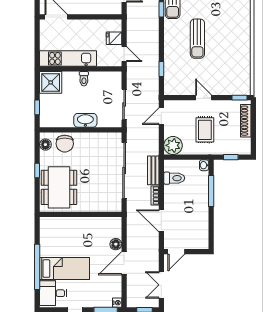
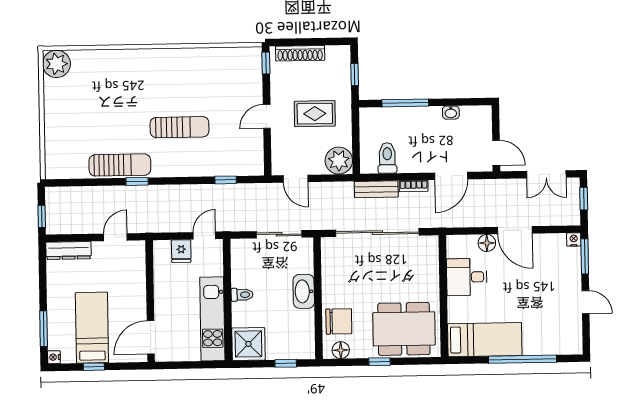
washbasin: (204, 165) -> (451, 113), moved
bed: (64, 269) -> (485, 340), moved, turned 90
desk: (53, 293) -> (467, 277), moved, turned 90

